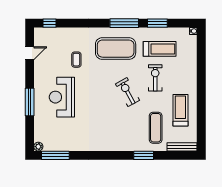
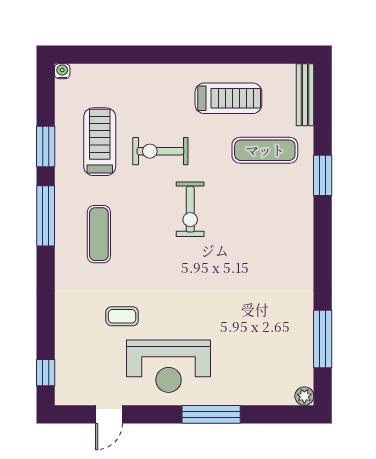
exercise mat: (116, 49) -> (99, 234), width x0.50, depth x0.69
door: (30, 53) -> (109, 414), swing flipped
exercise bike: (127, 92) -> (190, 209), turned -61
reception desk: (62, 97) -> (169, 366), moved
treadmill: (180, 110) -> (228, 98), turned 180
window: (55, 155) -> (323, 339), moved

